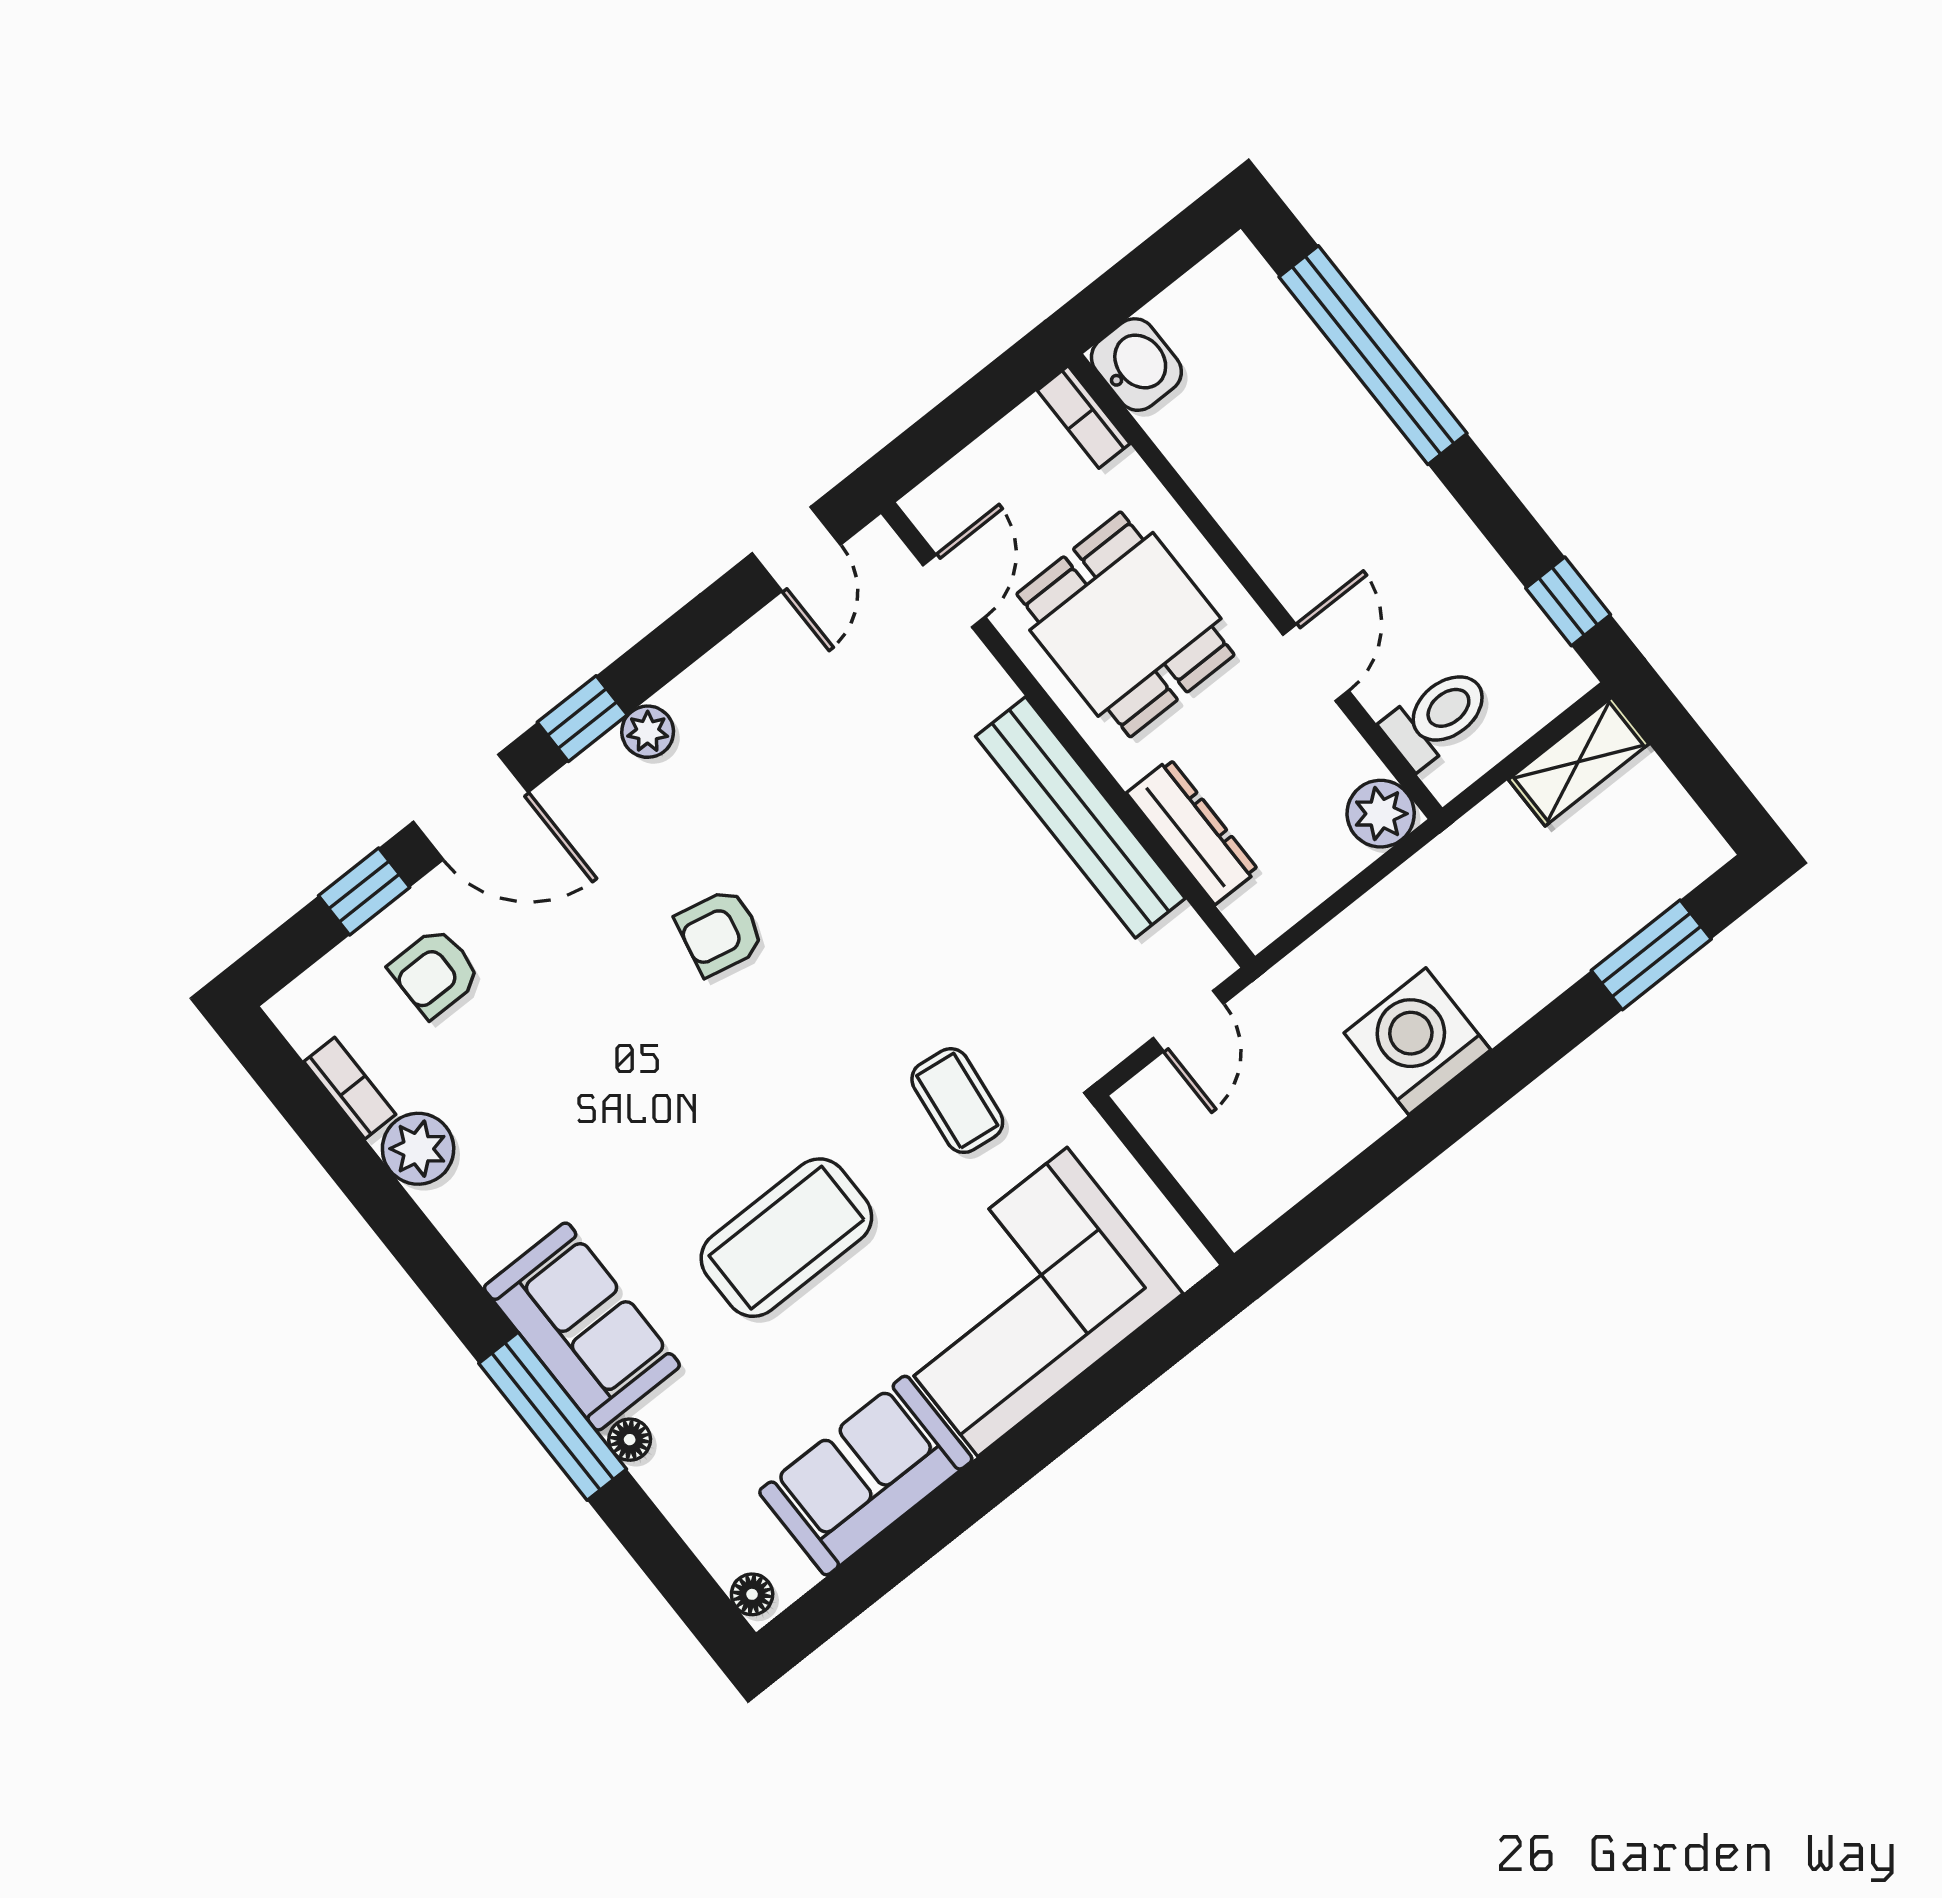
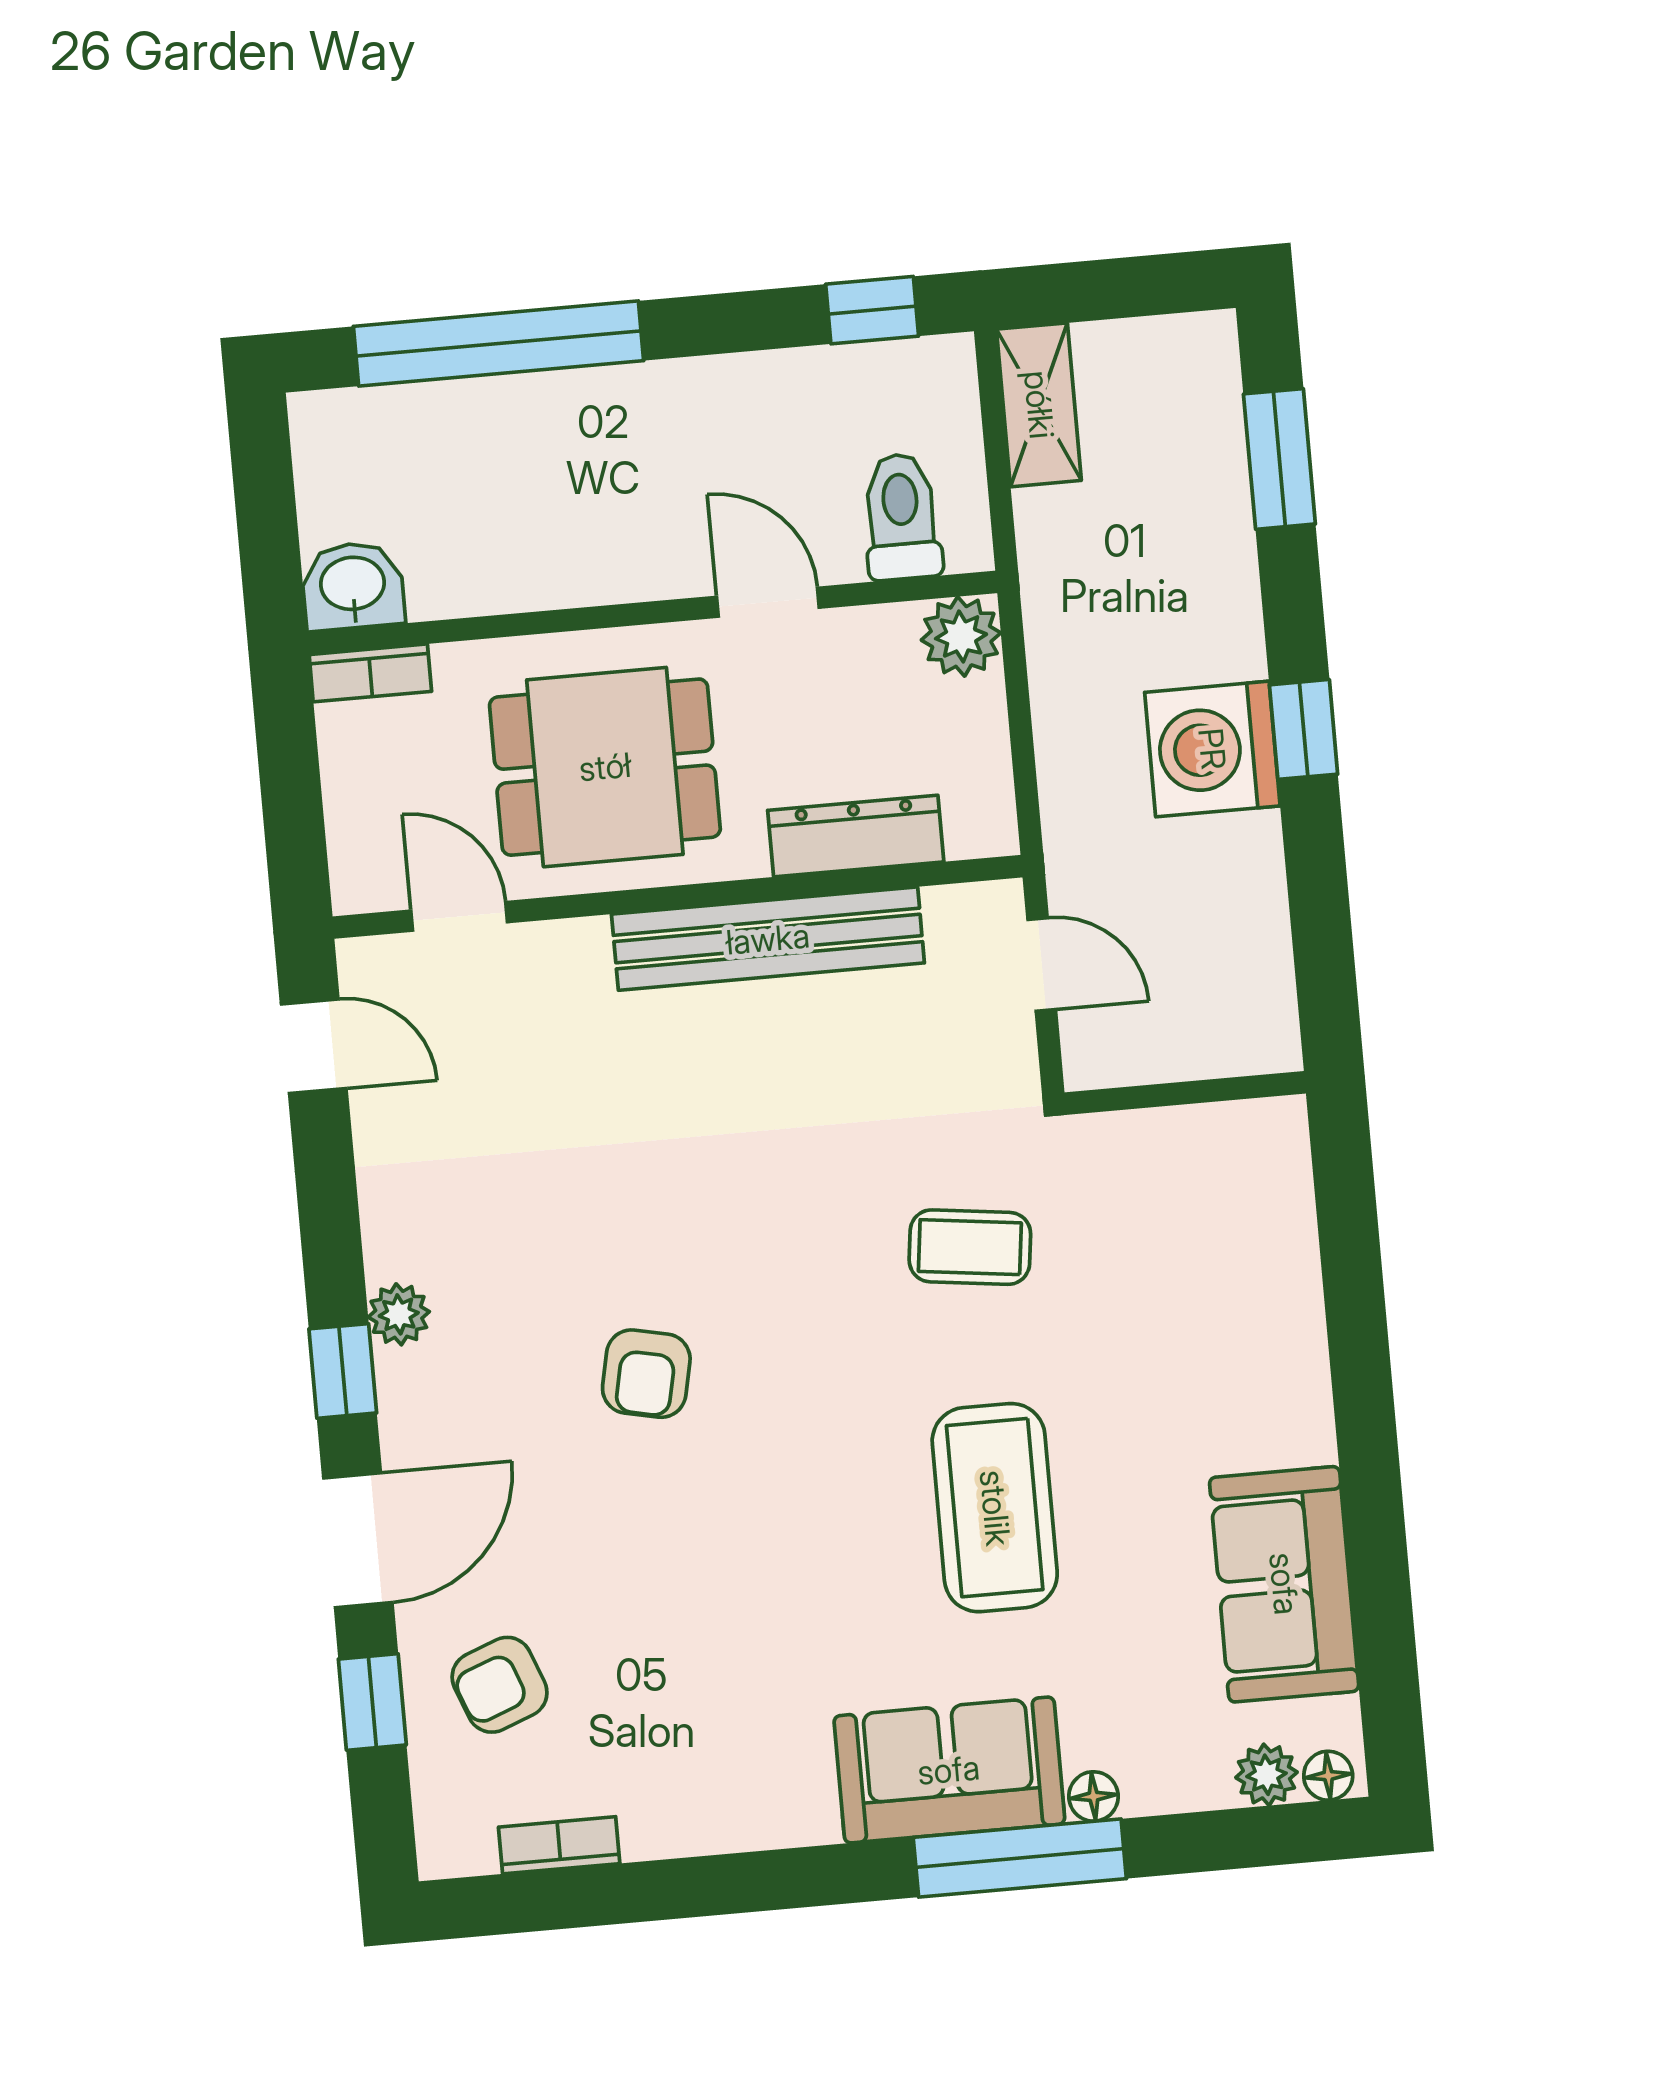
armchair: (435, 973) -> (500, 1685), turned 69
window: (1473, 1096) -> (1304, 729), added
plant: (418, 1149) -> (1266, 1775), moved, width x0.73, depth x0.73
corner sofa: (1022, 1302) -> (1213, 1314), removed

